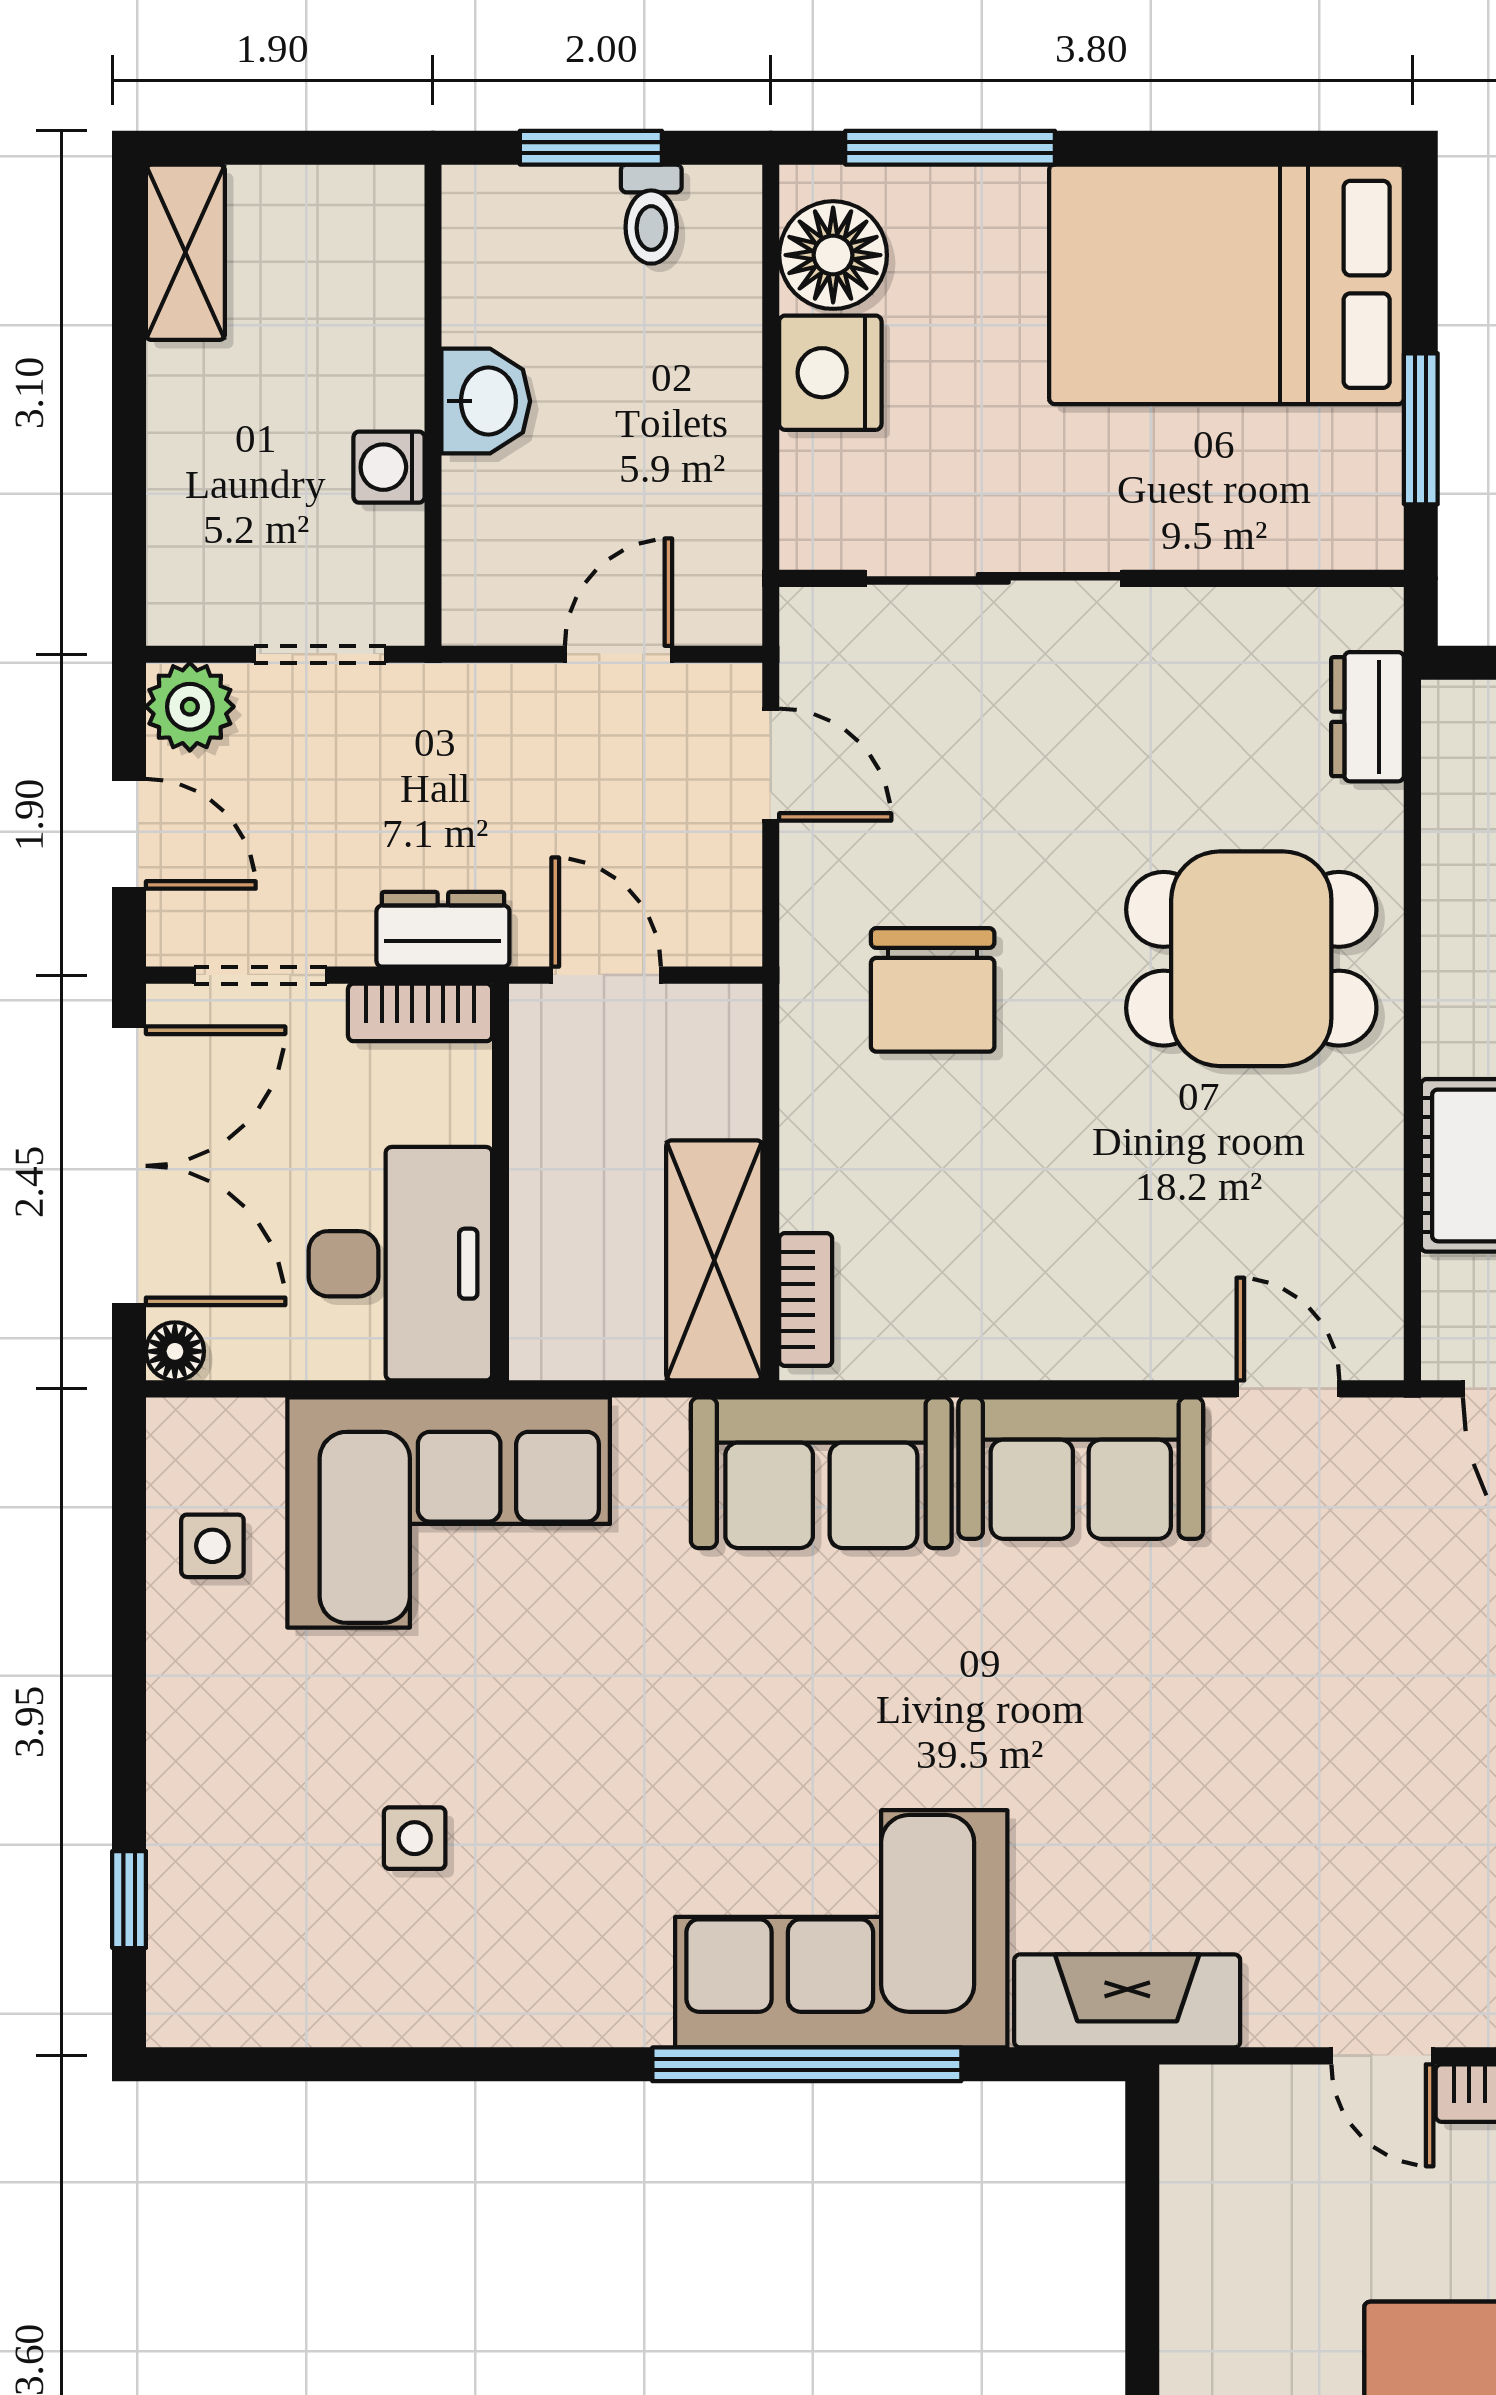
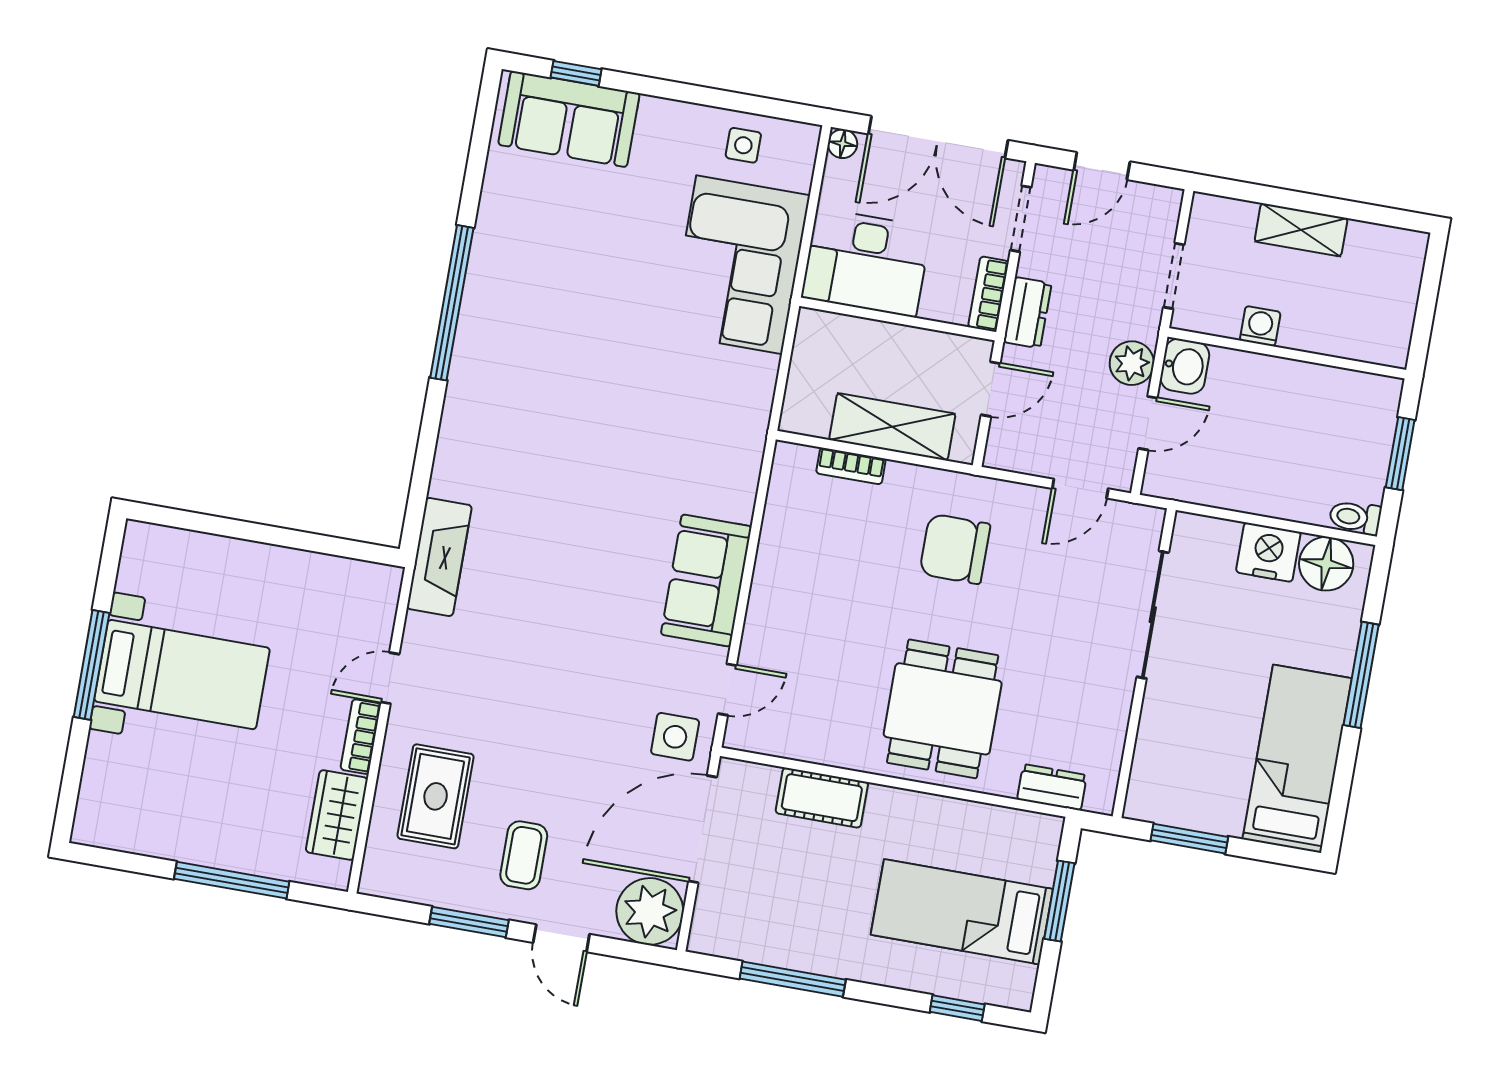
window: (950, 148) -> (1361, 675), moved
toilet: (651, 214) -> (1355, 517), moved
shelving: (185, 252) -> (1301, 230), moved
bed: (1227, 284) -> (1297, 759), width x0.67
washbasin: (486, 401) -> (1185, 366), moved, turned -90
door: (618, 654) -> (1148, 423), hinge flipped
plant: (190, 707) -> (1132, 363), moved
shelving: (714, 1260) -> (892, 427), moved
bookcase: (806, 1300) -> (851, 466), moved
sofa: (821, 1473) -> (569, 119), moved, turned -90
side table: (415, 1838) -> (675, 737), moved, width x1.37, depth x1.37
corner sofa: (841, 1929) -> (500, 422), removed
window: (807, 2064) -> (452, 303), moved

